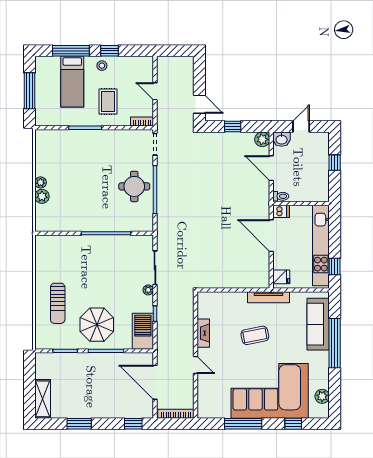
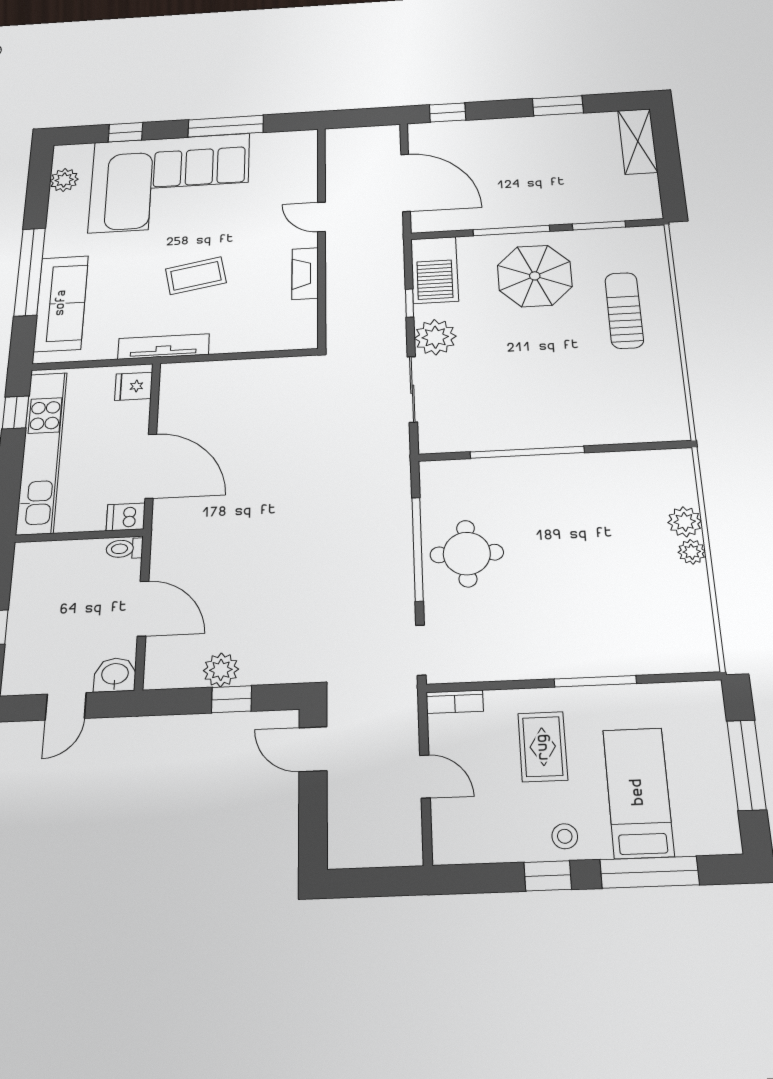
plant: (262, 139) -> (221, 670), moved
plant: (148, 290) -> (435, 337), width x1.88, depth x1.88
bookcase: (176, 414) -> (361, 134), removed

